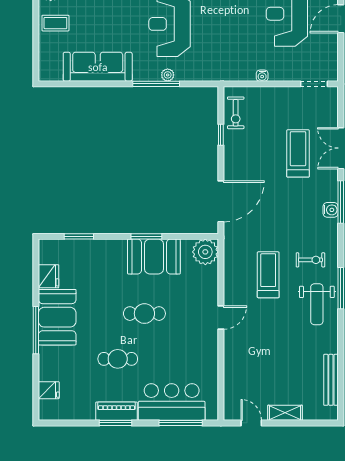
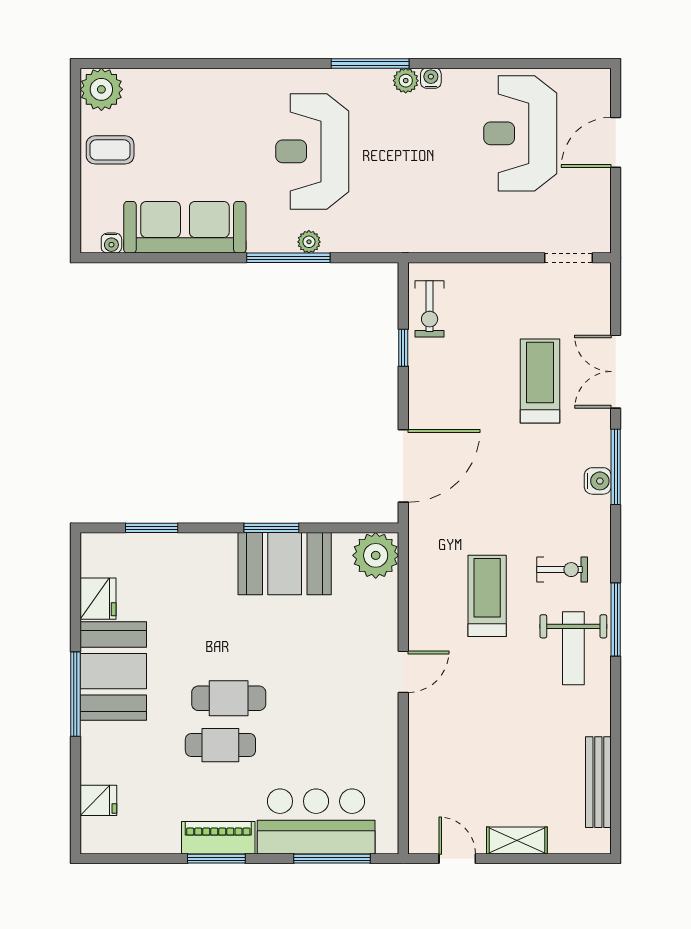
water cooler: (262, 76) -> (111, 243), moved
cafe table: (144, 314) -> (229, 698), moved

